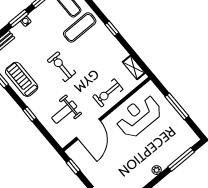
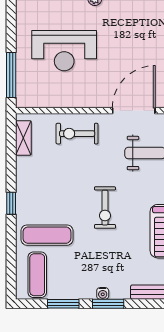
exercise bike: (108, 93) -> (77, 134), turned 180
window: (177, 106) -> (11, 75), moved
reception desk: (139, 116) -> (64, 51), moved

